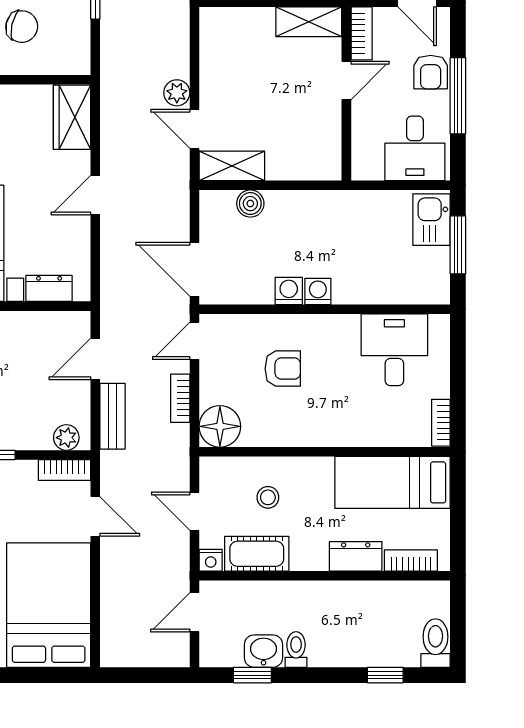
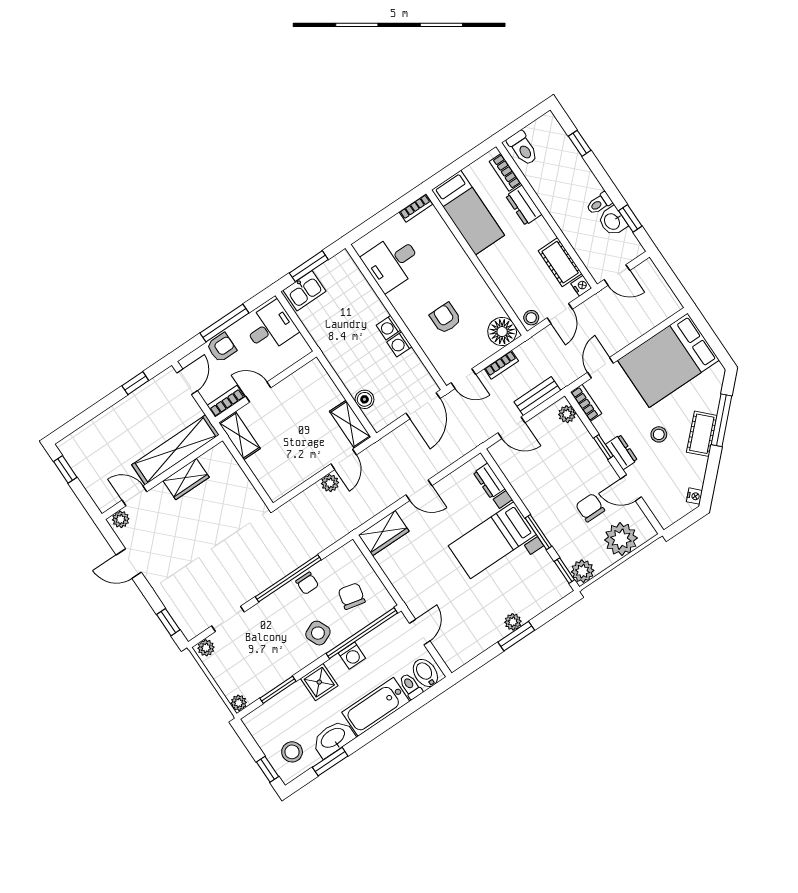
stool: (268, 497) -> (531, 318), moved
toilet: (435, 643) -> (523, 148), moved, turned -90

